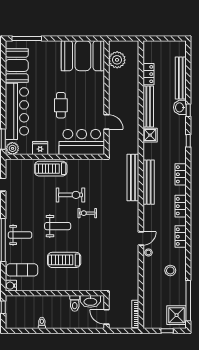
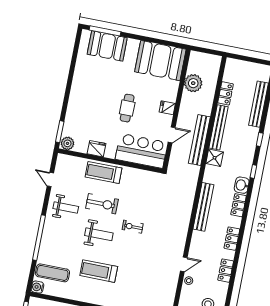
plant: (117, 60) -> (193, 83), moved
booth: (17, 65) -> (107, 46), moved, turned 90
fridge: (98, 98) -> (167, 108), added
washbasin: (180, 107) -> (242, 185), moved
bar counter: (17, 111) -> (80, 105), removed
door: (107, 122) -> (172, 135), hinge flipped
bench: (133, 178) -> (199, 140), moved
exercise bike: (71, 195) -> (102, 204), moved
weight bench: (20, 235) -> (66, 208), moved

